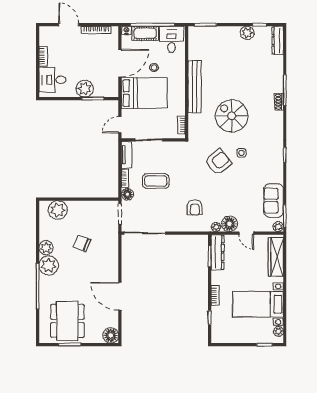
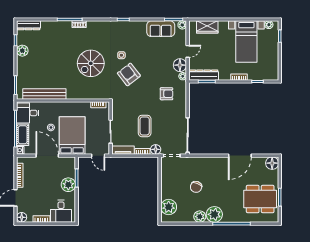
floor lamp: (45, 32) -> (22, 217), added
bench: (195, 87) -> (44, 94), moved
wardrobe: (276, 257) -> (207, 27), width x0.67

